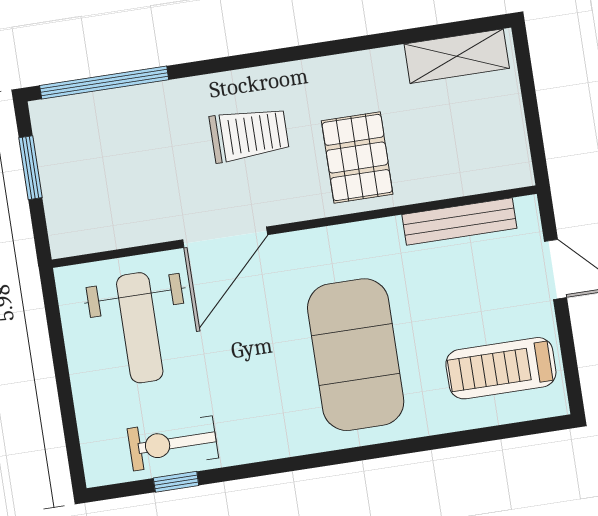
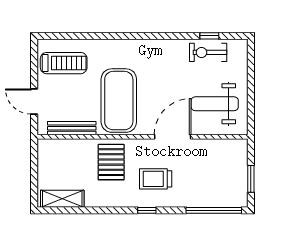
window: (258, 59) -> (147, 210), added
weight bench: (140, 328) -> (215, 104), turned -90
exercise mat: (356, 355) -> (119, 101), moved
exercise bike: (173, 443) -> (208, 52), turned 180

